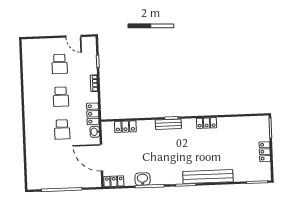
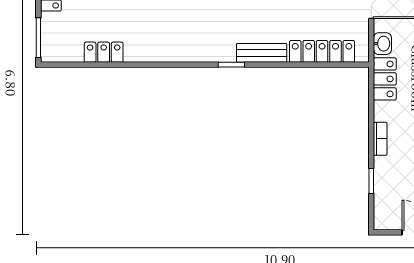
locker: (207, 123) -> (104, 52), moved
bench: (168, 124) -> (262, 53), moved
locker: (125, 127) -> (322, 51), width x1.53

